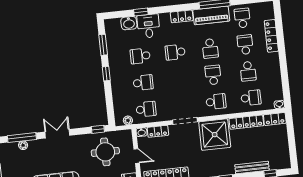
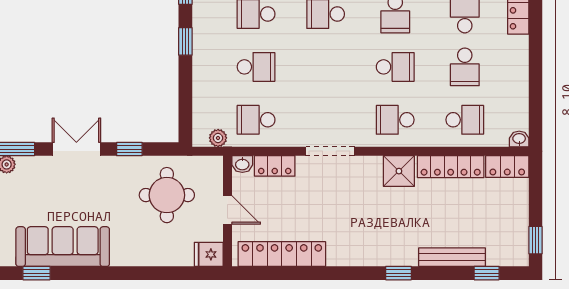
school desk: (213, 75) -> (395, 67), turned 90
school desk: (216, 102) -> (395, 120), turned 180
school desk: (146, 109) -> (256, 120), turned 180
window: (98, 129) -> (129, 149), moved
shower: (215, 135) -> (399, 171), width x0.54, depth x0.54
window: (293, 154) -> (535, 240), added

